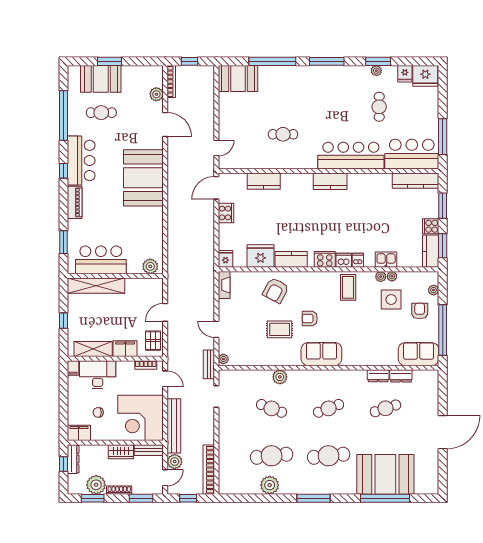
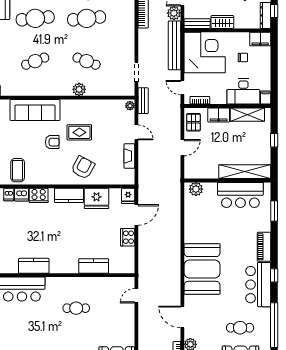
door: (216, 188) -> (136, 215), moved
fireplace: (224, 285) -> (129, 156), moved
sofa: (321, 354) -> (35, 110), width x1.36

